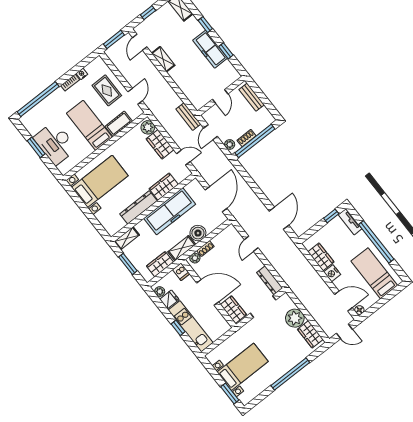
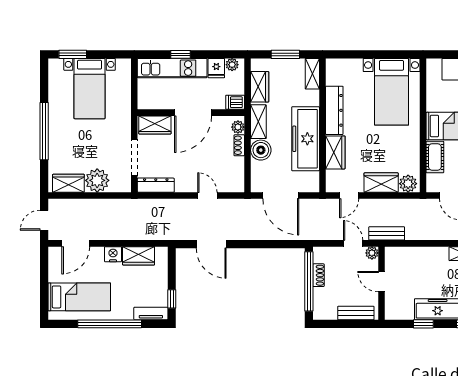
plant: (230, 144) -> (372, 253), moved
floor lamp: (359, 310) -> (54, 252), removed

